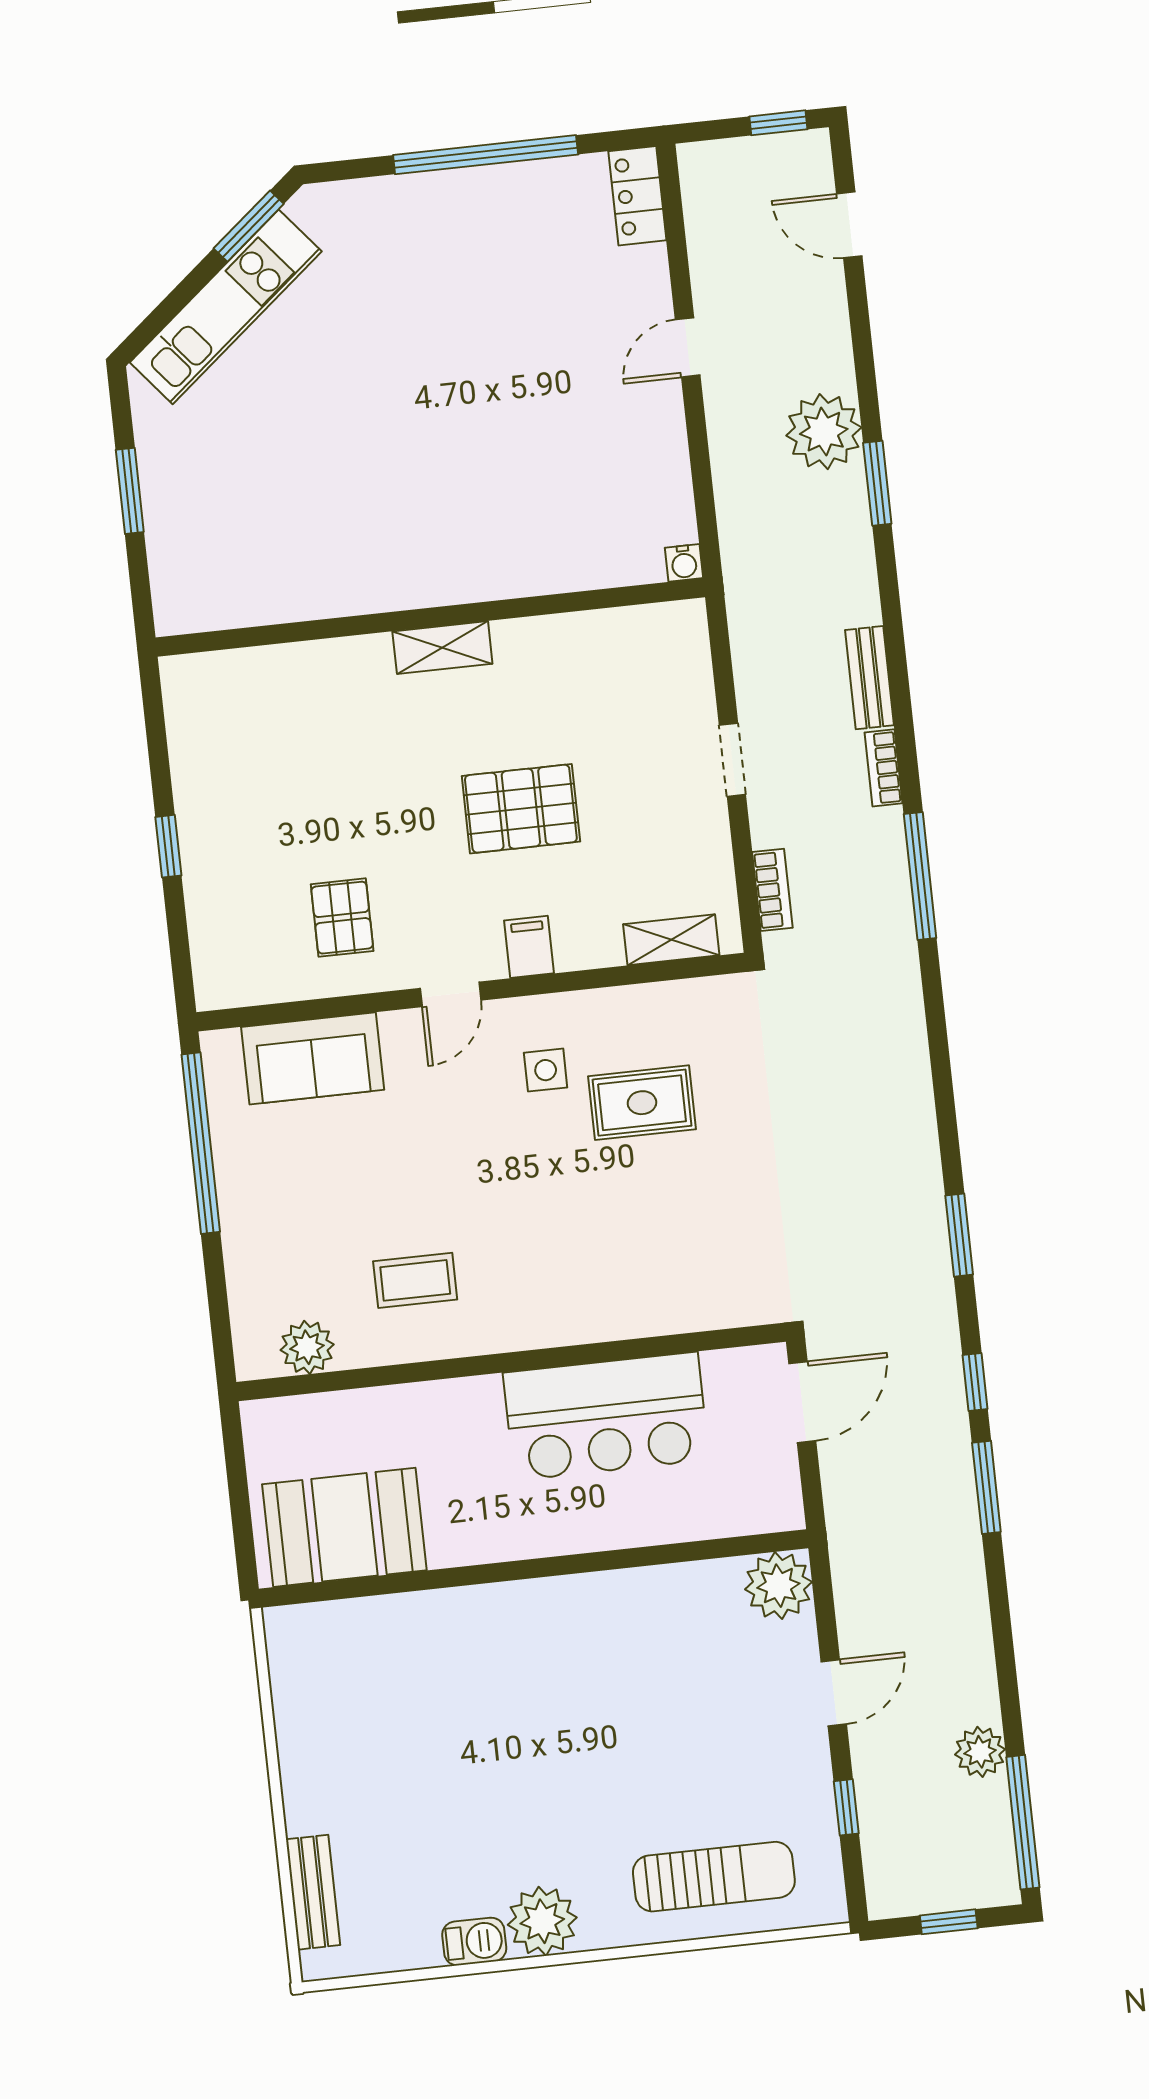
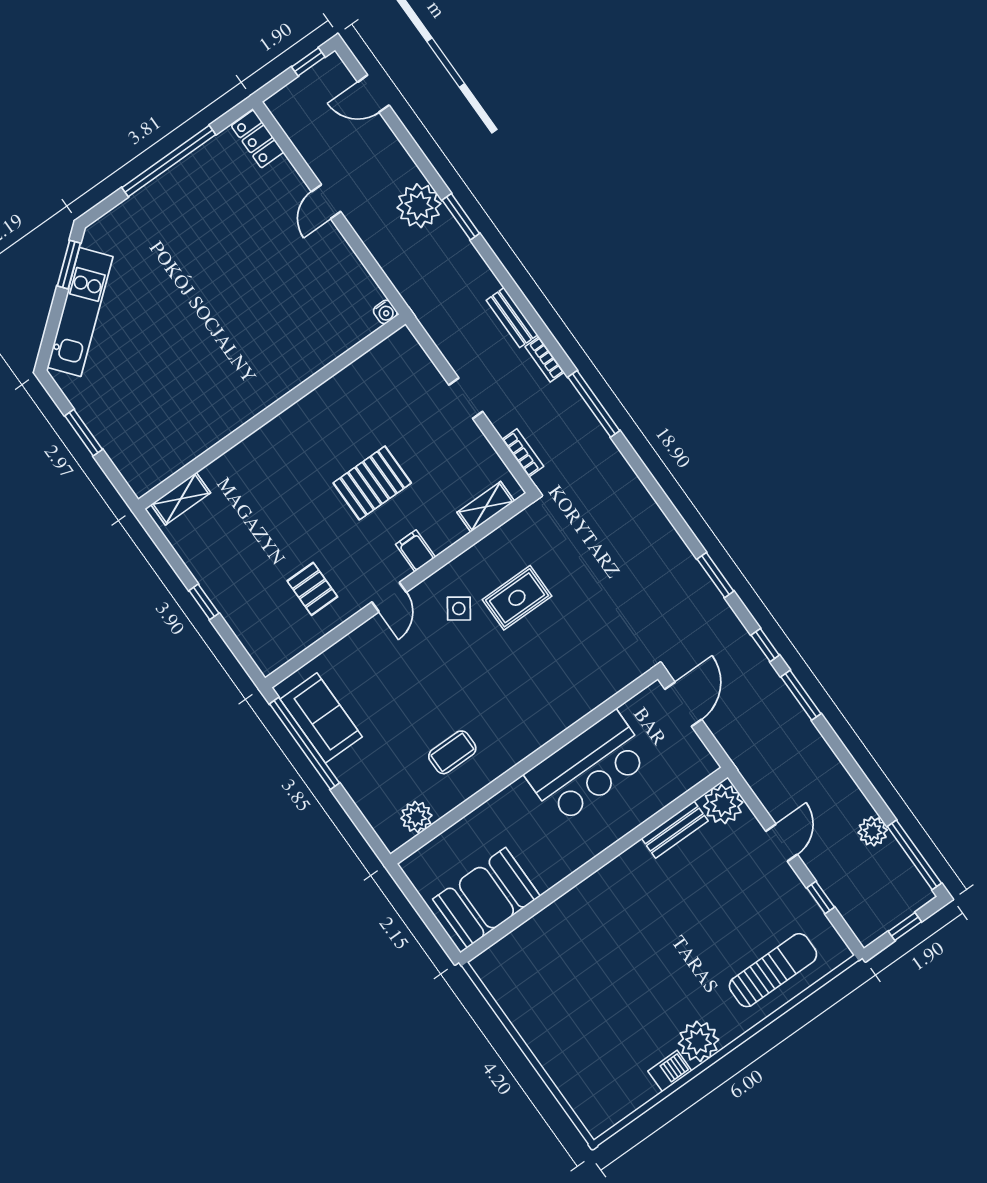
shelving: (442, 648) -> (181, 499), moved
sofa: (313, 1058) -> (321, 718), moved, turned -90
side table: (546, 1070) -> (459, 609), turned 35
bench: (313, 1892) -> (675, 830), moved, turned 90

